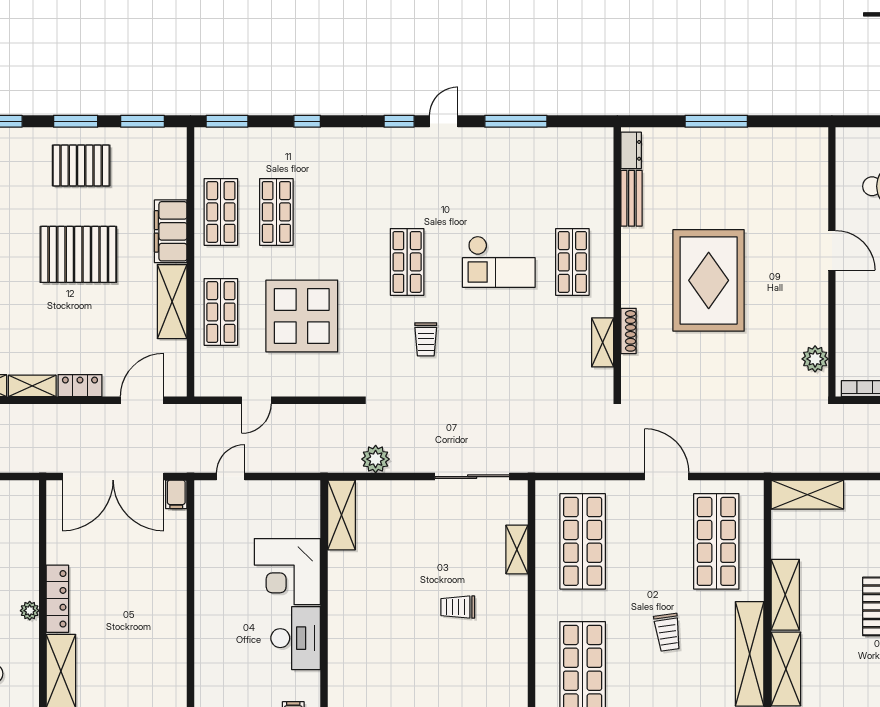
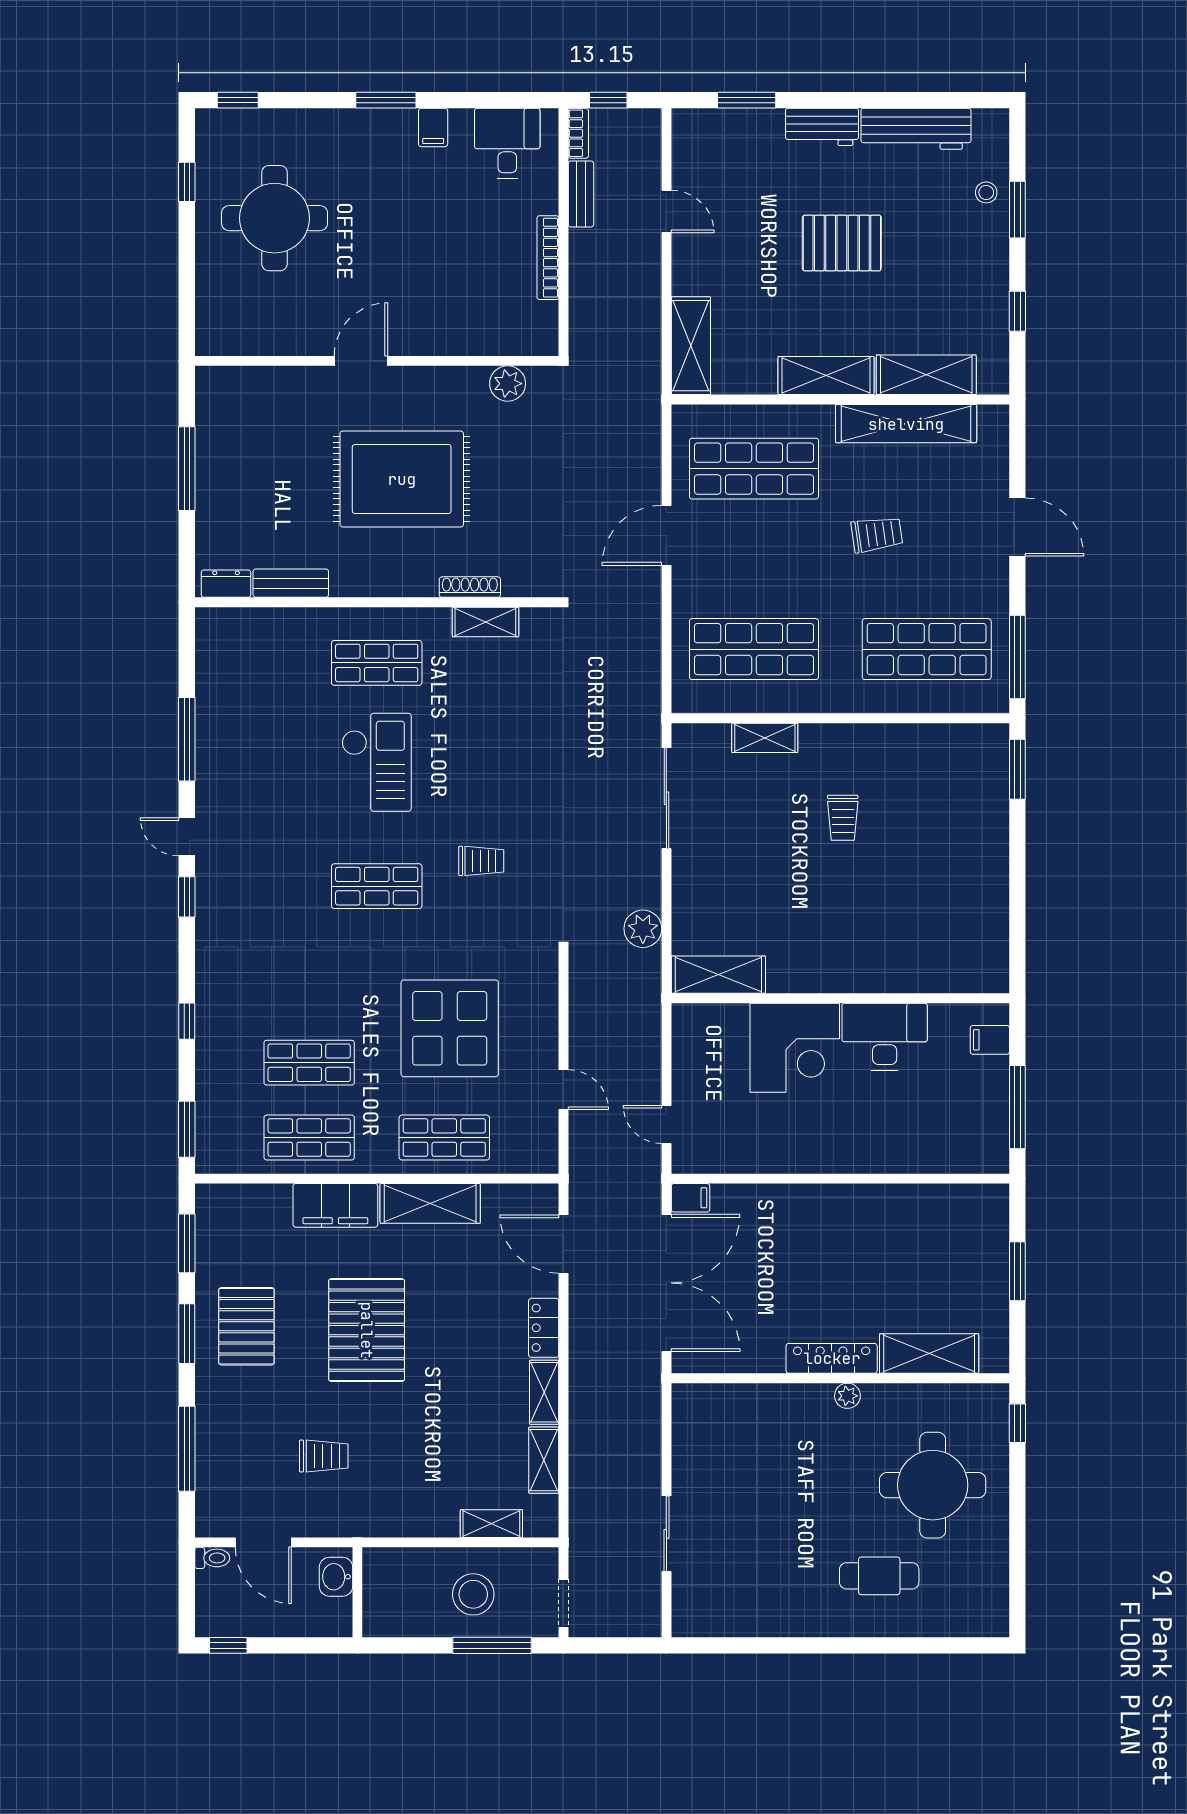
door: (832, 250) -> (361, 361), moved
wall: (832, 262) -> (377, 361), moved
plant: (815, 359) -> (508, 384), moved

